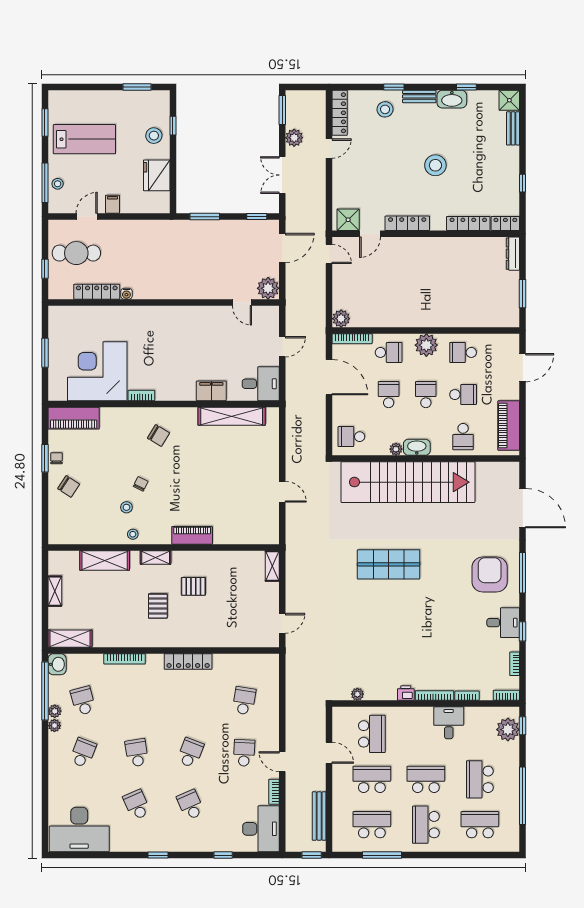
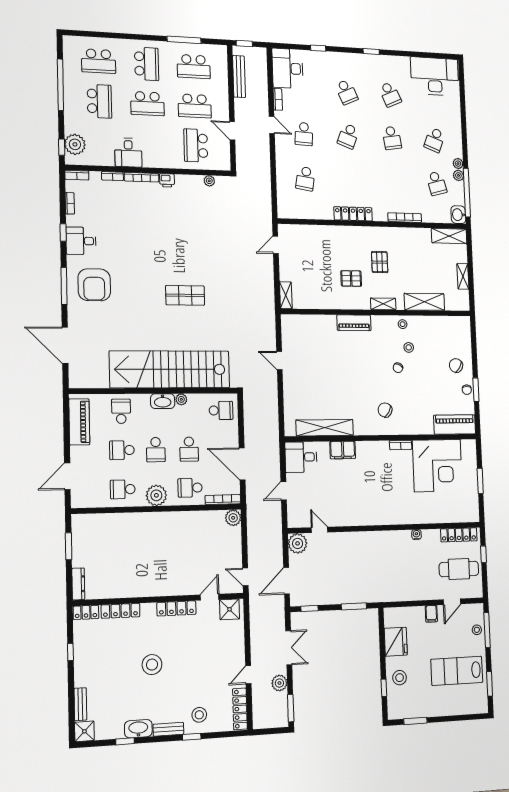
locker: (97, 292) -> (459, 535), moved
school desk: (463, 352) -> (123, 489), turned 180
shop shelf: (389, 564) -> (185, 295), width x0.70, depth x0.74

